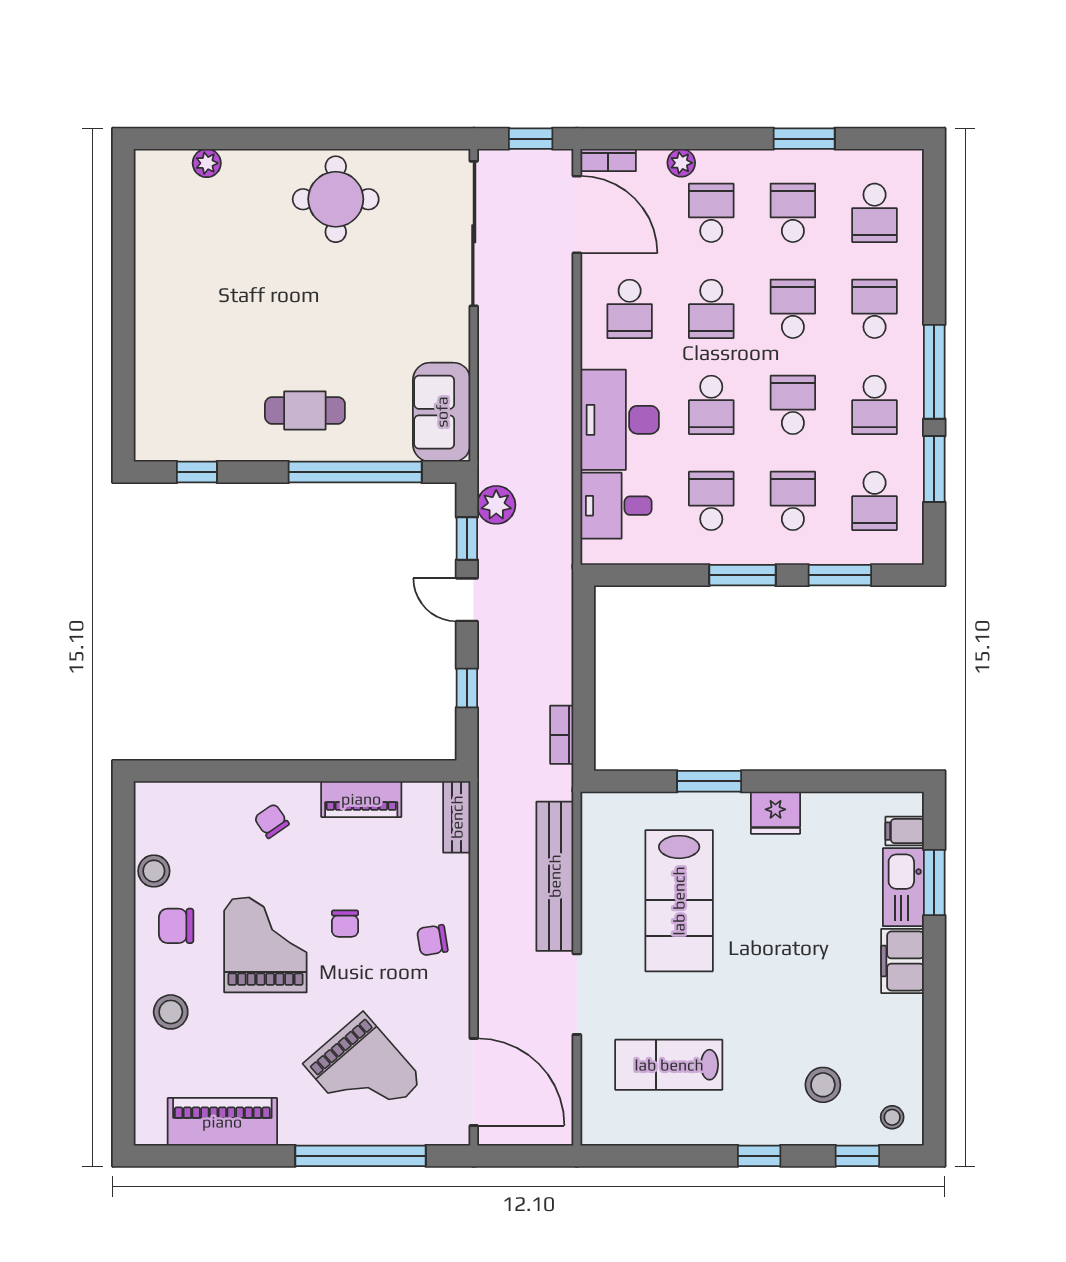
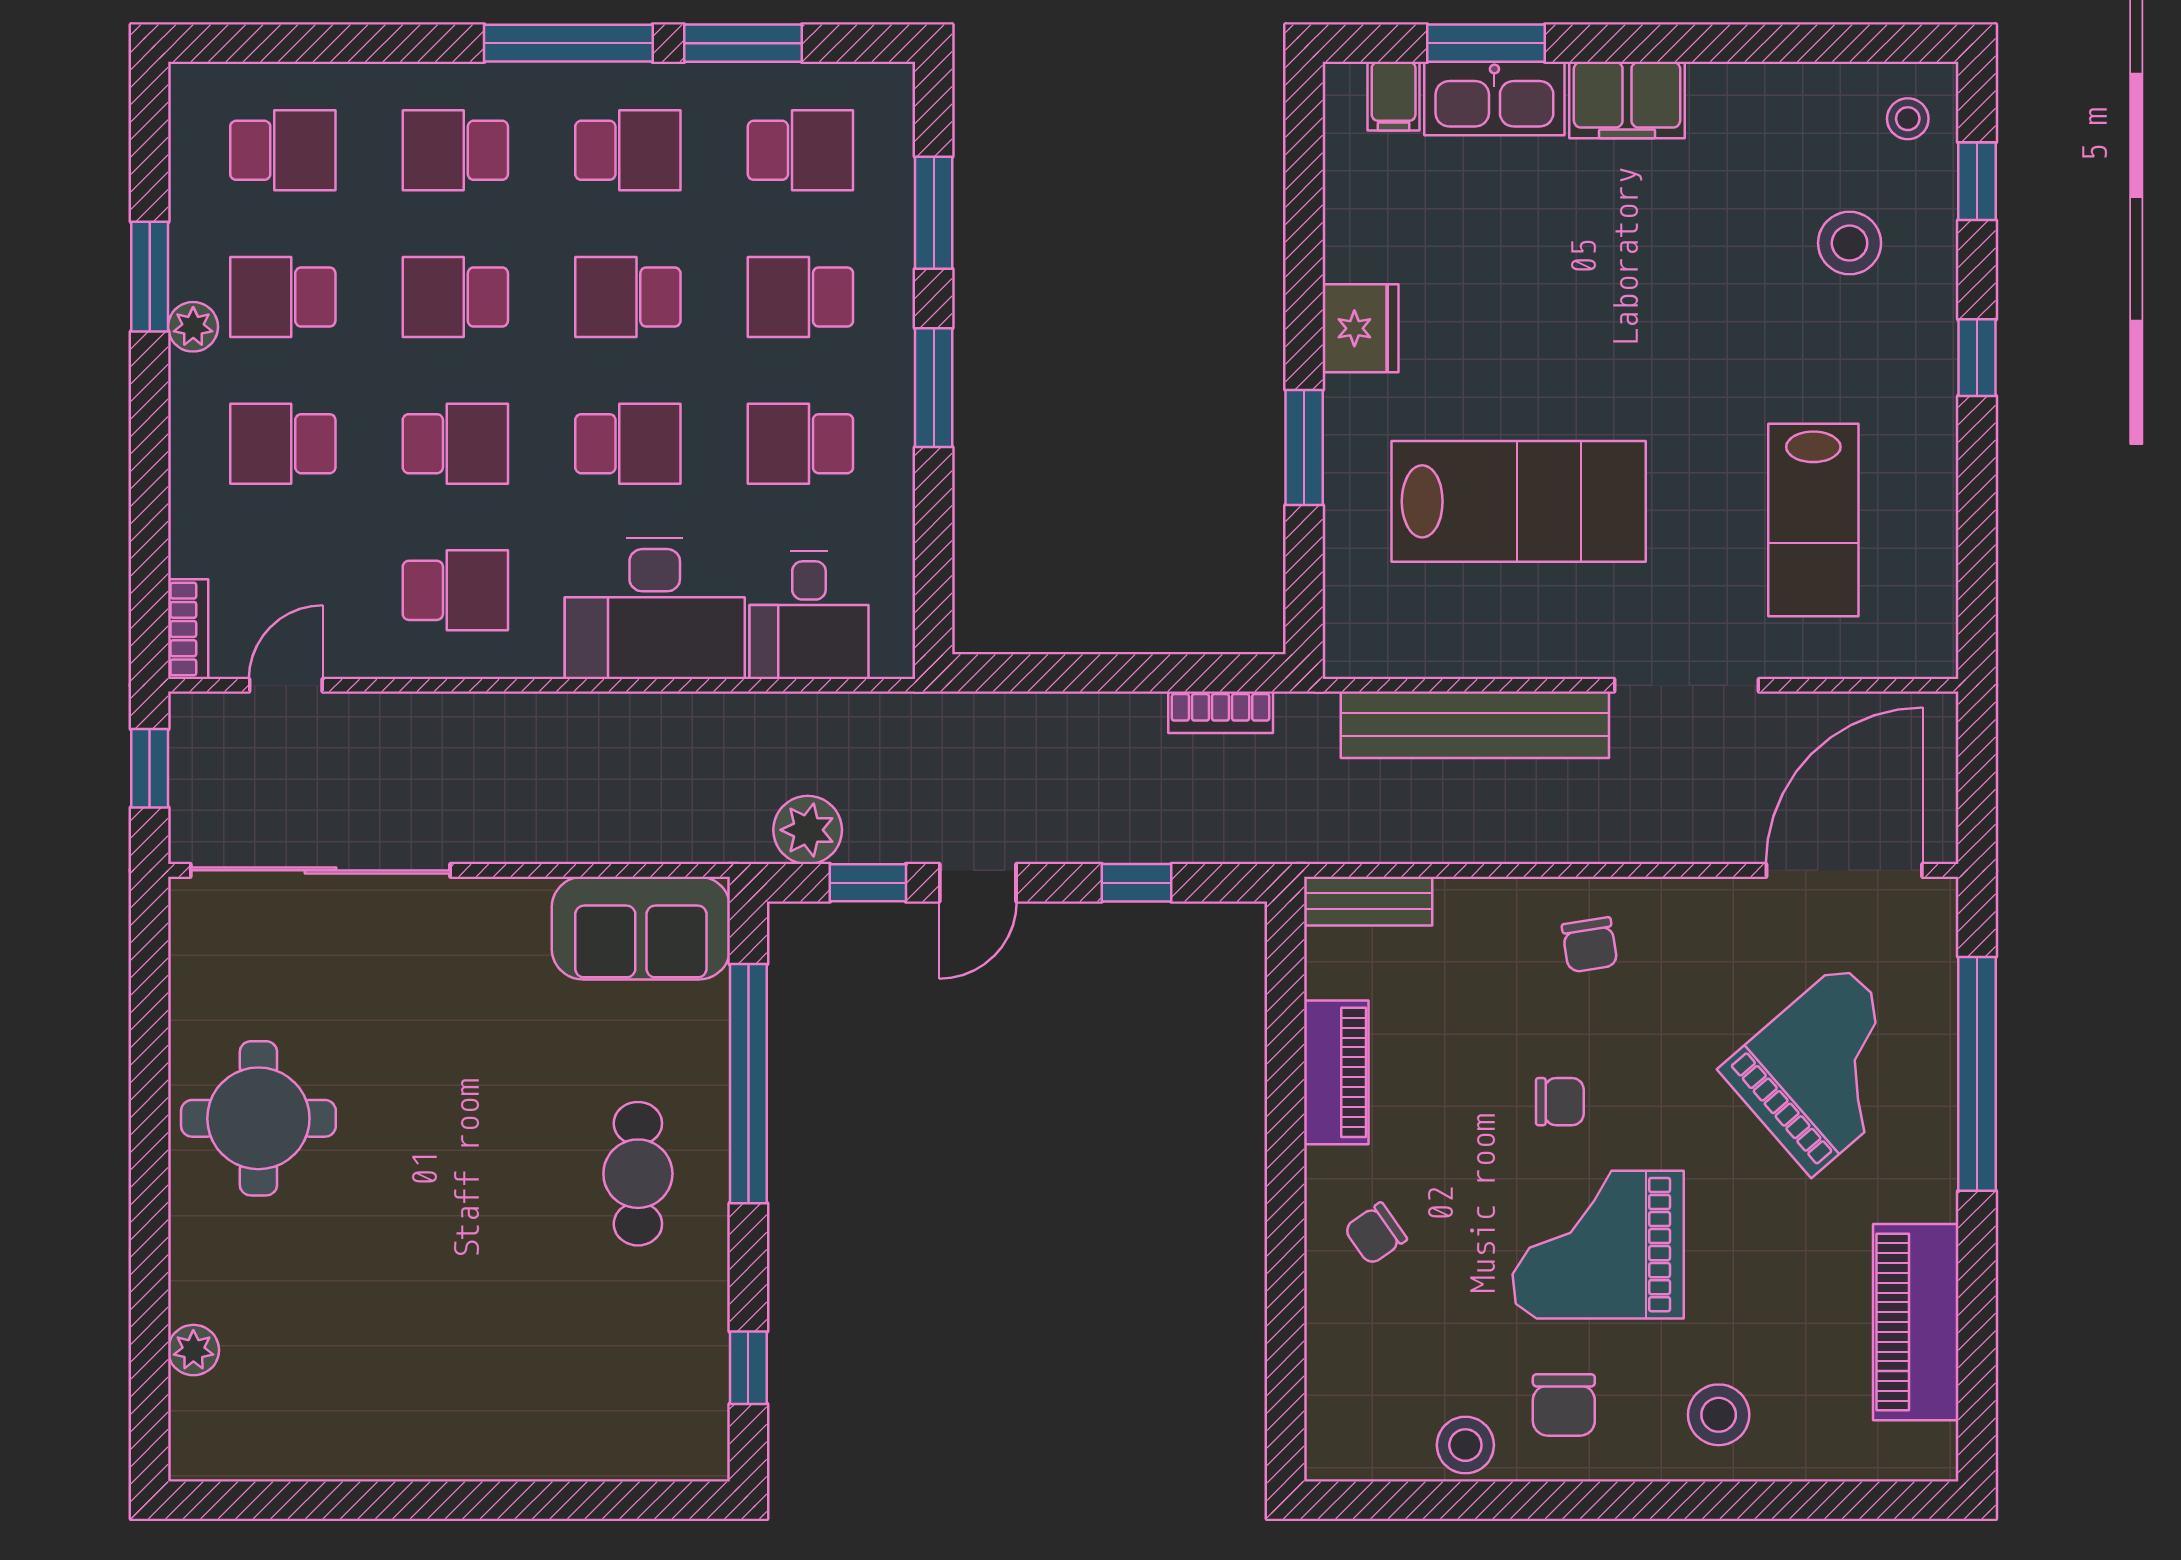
plant: (681, 163) -> (193, 327), moved
door: (577, 215) -> (286, 685), width x0.53

